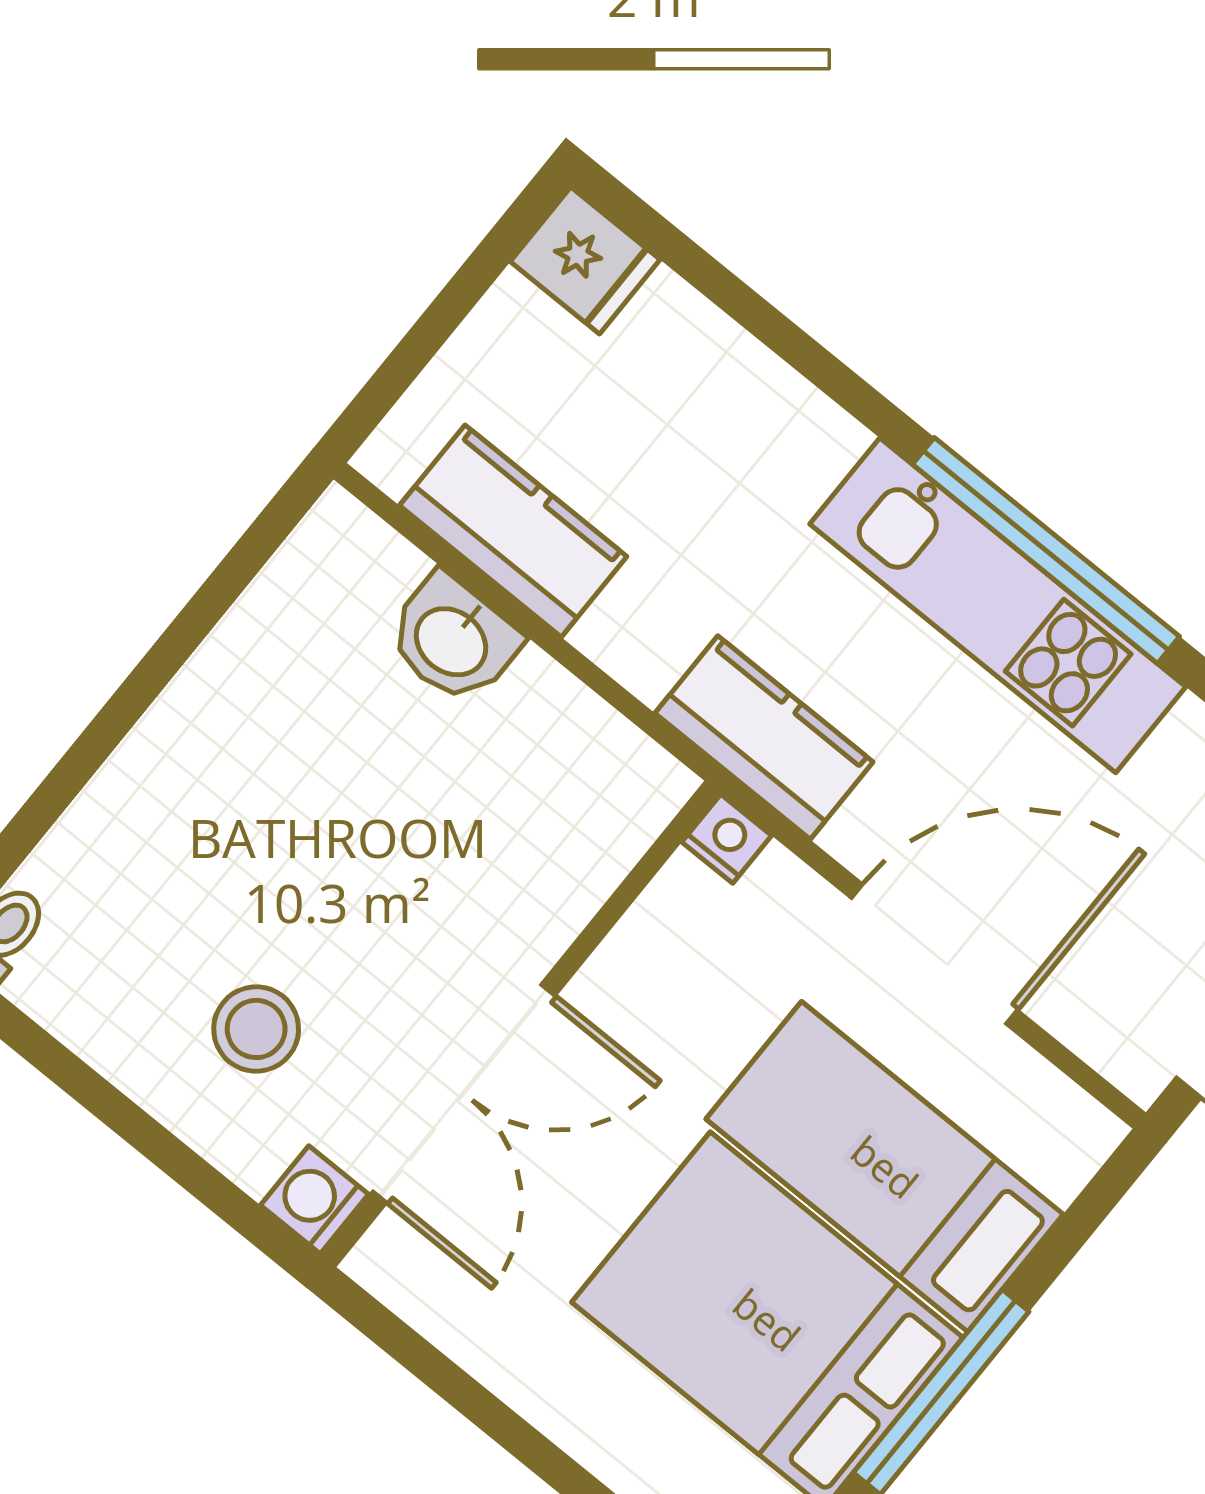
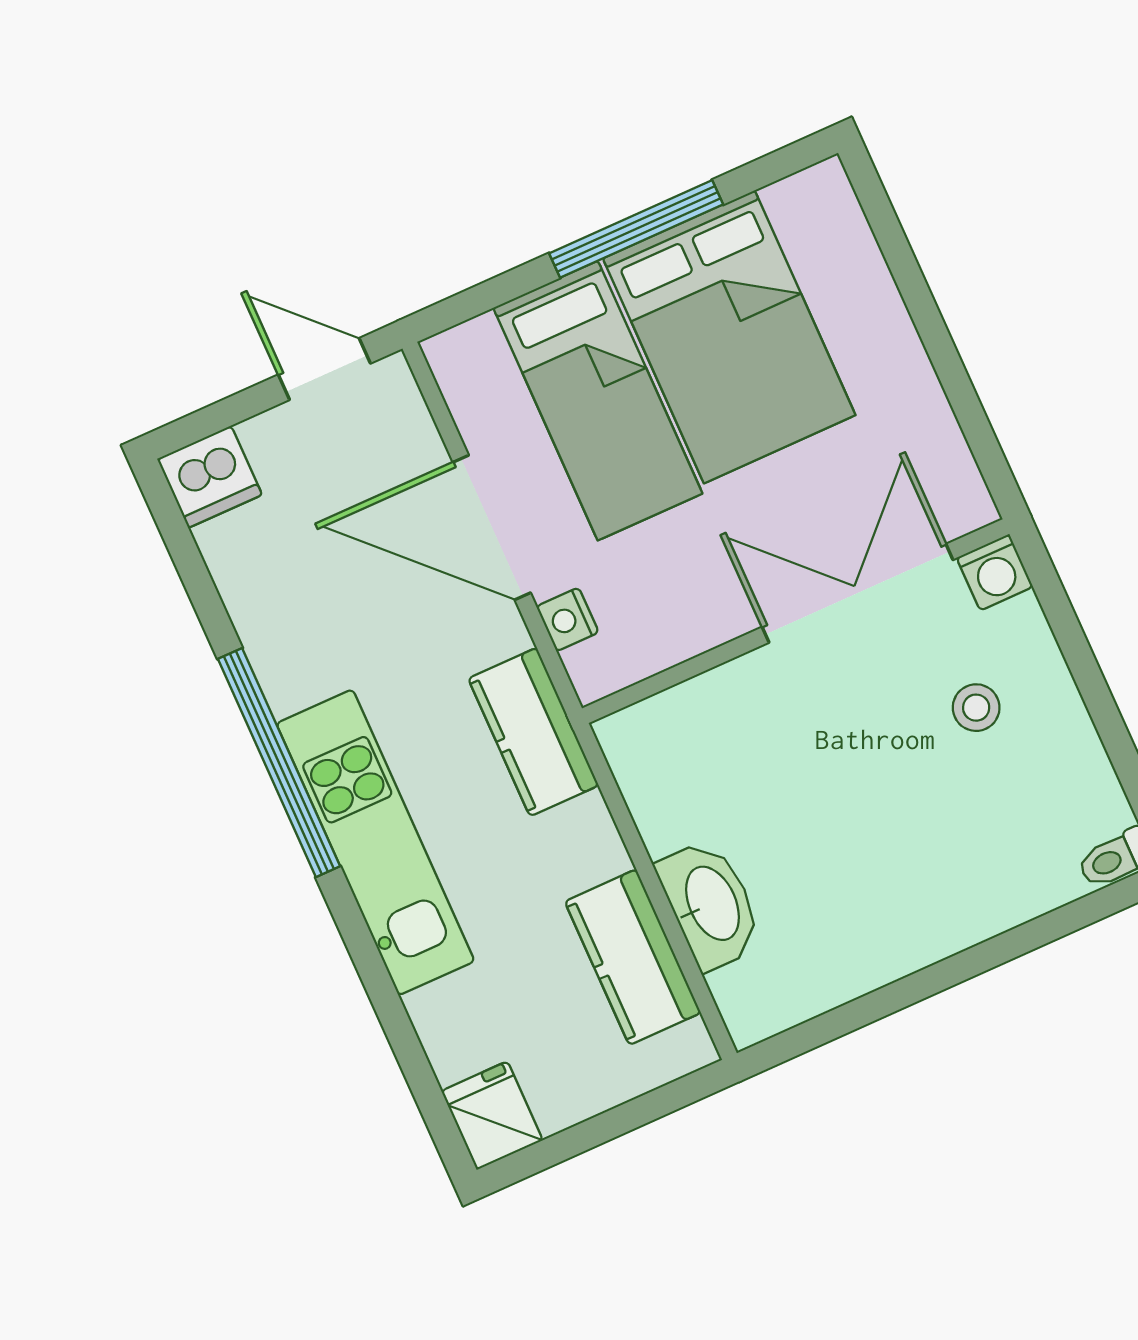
kitchen unit: (998, 605) -> (375, 842), moved
washbasin: (453, 639) -> (710, 904), width x1.38
nightstand: (727, 839) -> (567, 619), moved
stool: (256, 1029) -> (976, 708), width x0.73, depth x0.73

